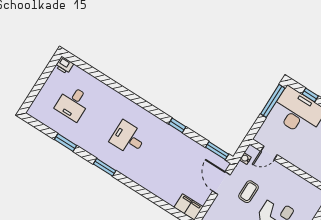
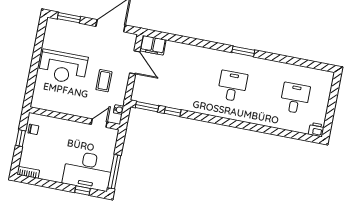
window: (177, 125) -> (173, 112), moved
desk: (128, 138) -> (232, 86), turned -90
window: (65, 143) -> (288, 60), removed
door: (221, 183) -> (135, 62), moved

